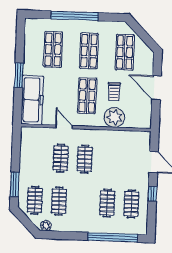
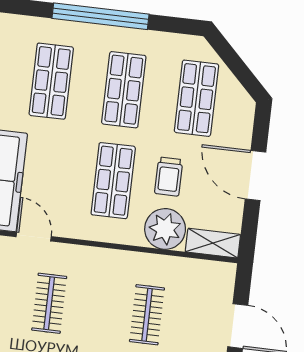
shelving: (138, 122) -> (213, 243), added
door: (64, 127) -> (34, 237), moved
clothes rail: (85, 159) -> (147, 315), moved

